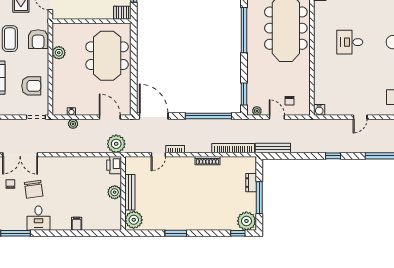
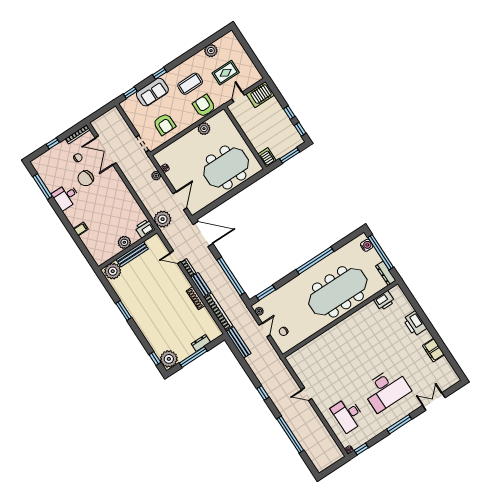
armchair: (38, 39) -> (204, 106), turned 90
desk: (350, 42) -> (359, 348), removed
water cooler: (319, 110) -> (292, 359), removed
door: (154, 116) -> (203, 234), hinge flipped
bench: (198, 148) -> (201, 285), added

